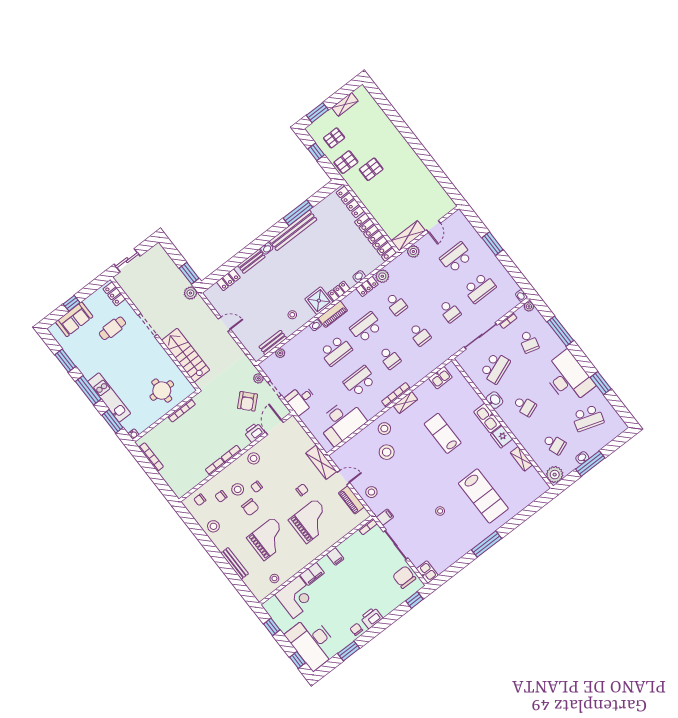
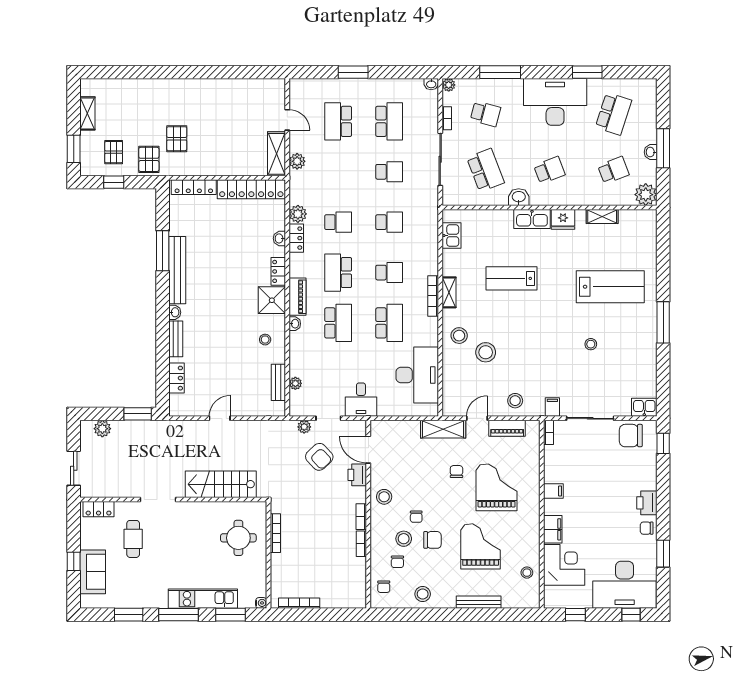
plant: (190, 293) -> (102, 429), moved
school desk: (360, 381) -> (389, 323), turned 180

